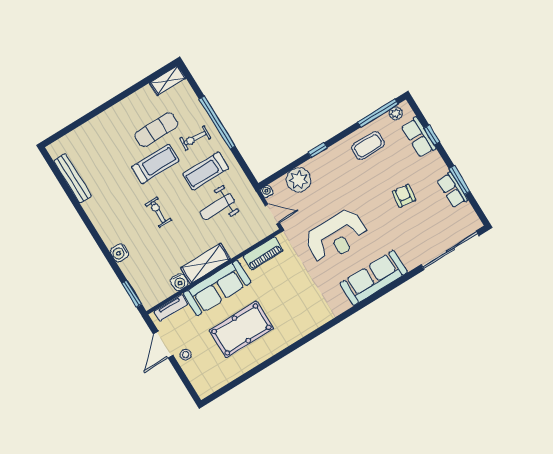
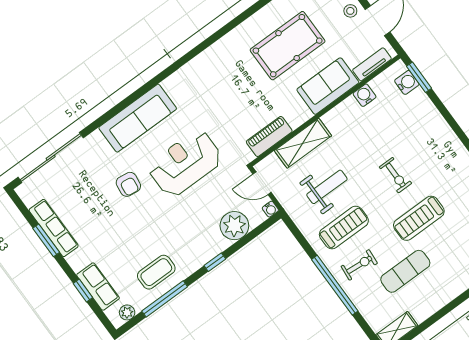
window: (378, 113) -> (165, 299), moved
treadmill: (155, 164) -> (419, 218), moved
row of seats: (452, 190) -> (54, 228), width x1.48
armchair: (404, 196) -> (128, 184), moved
water cooler: (119, 253) -> (407, 82), moved
shelving: (206, 263) -> (303, 143), moved
sofa: (217, 288) -> (328, 86), width x0.73

